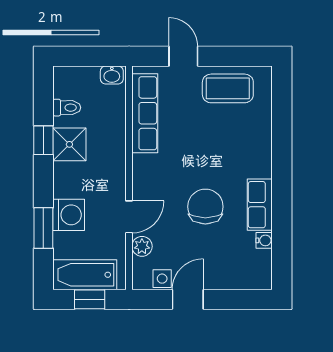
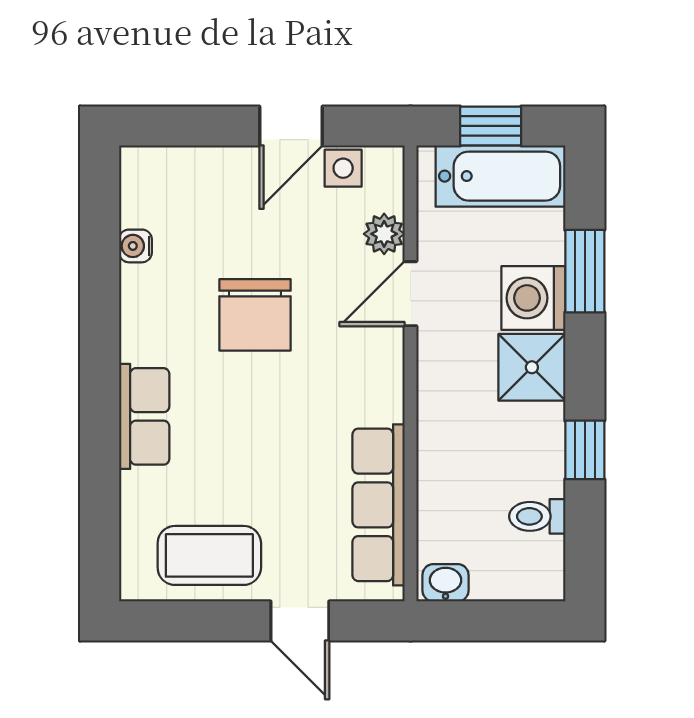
shower: (69, 144) -> (532, 367), moved
row of seats: (260, 205) -> (144, 416), moved

